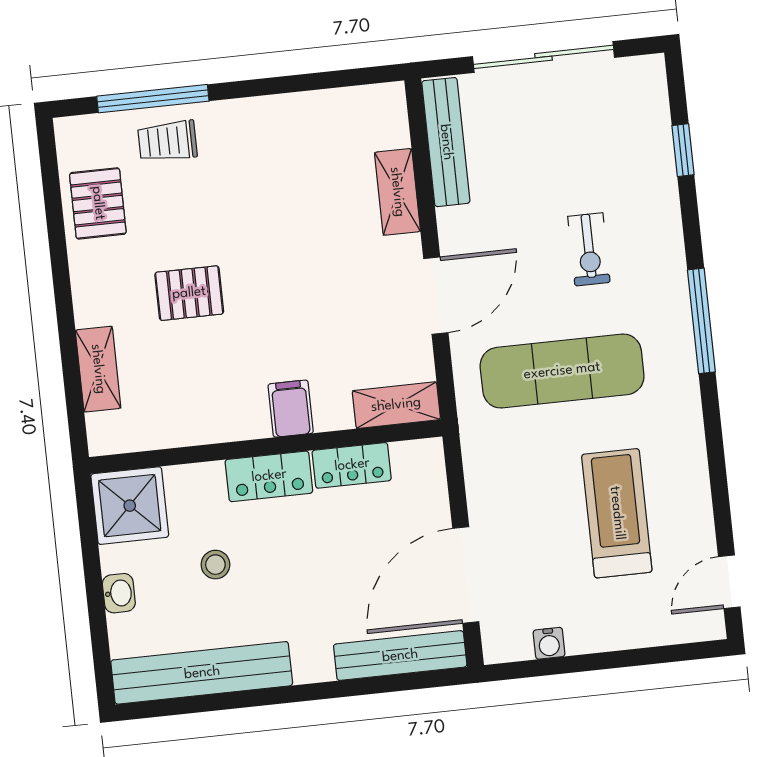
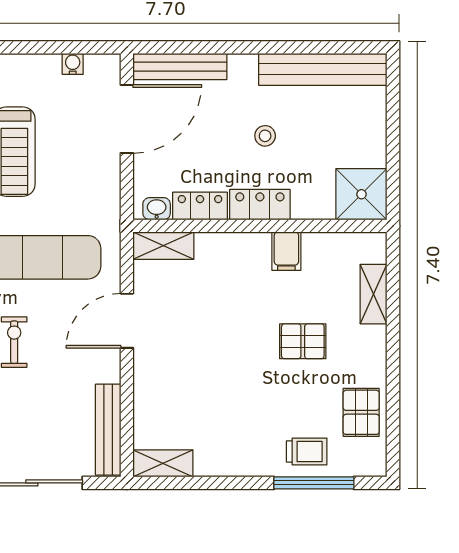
shelving: (397, 192) -> (163, 463), moved, turned 90
filing cabinet: (291, 409) -> (286, 251), moved
stool: (215, 565) -> (265, 136), moved
washbasin: (119, 593) -> (157, 209), moved, turned 90

